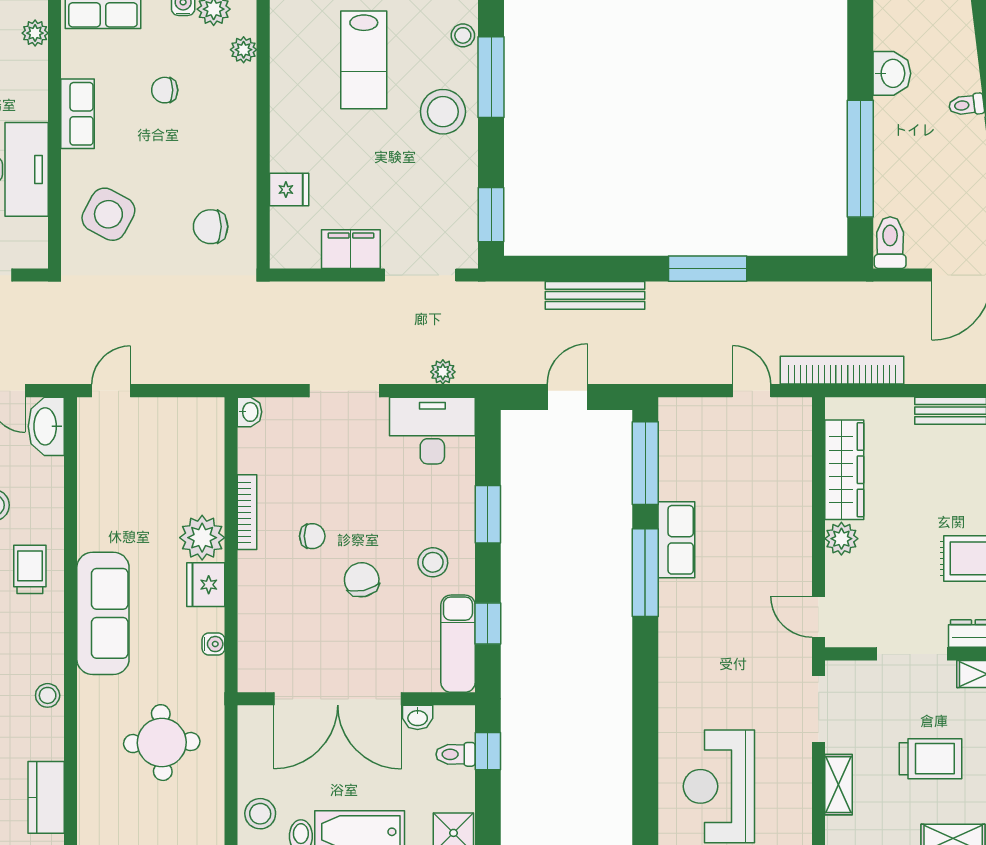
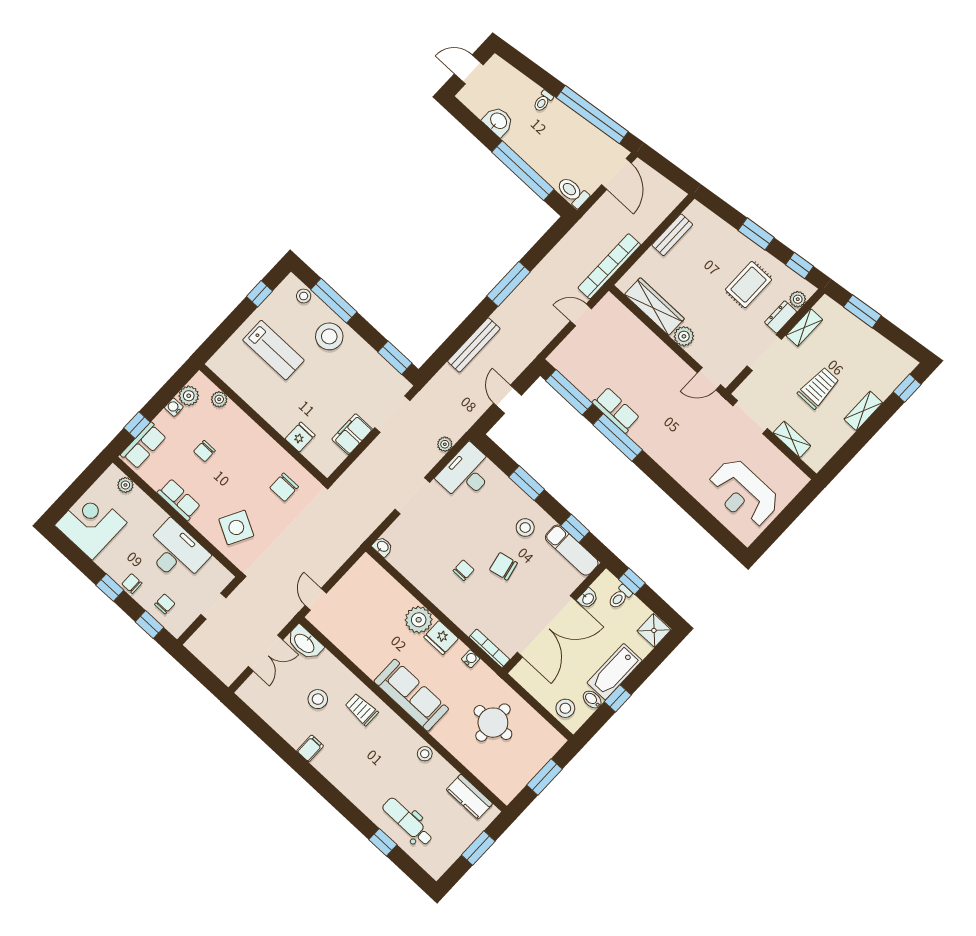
bookcase: (247, 512) -> (489, 648), moved

